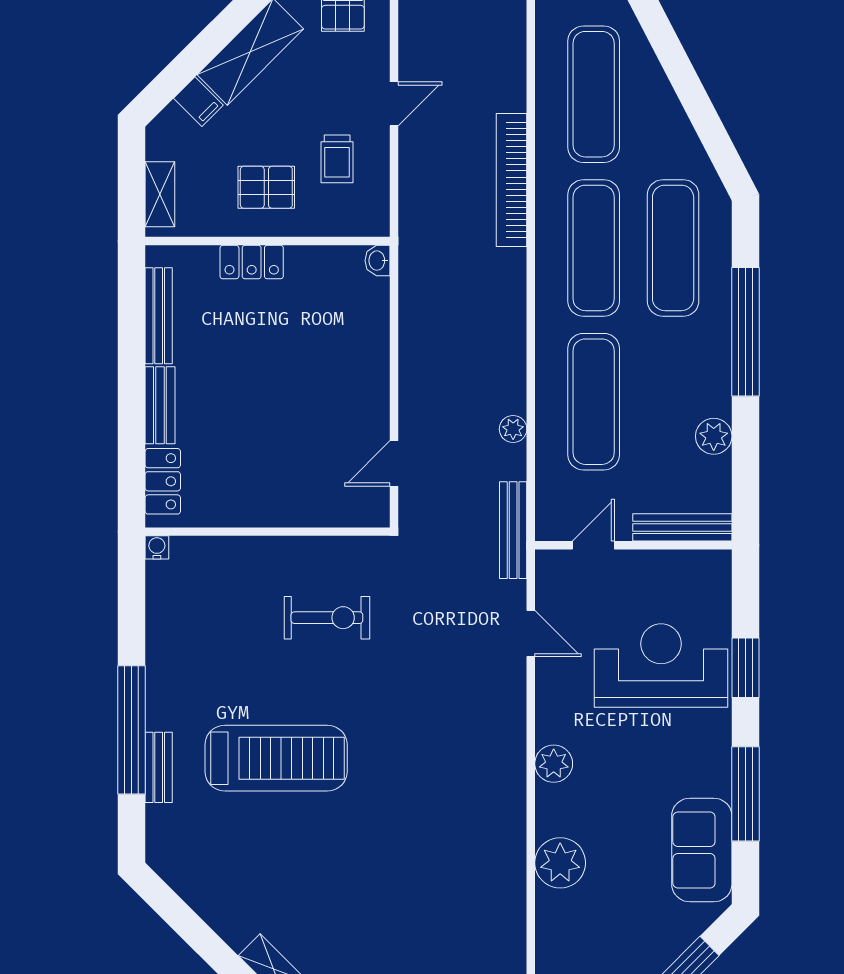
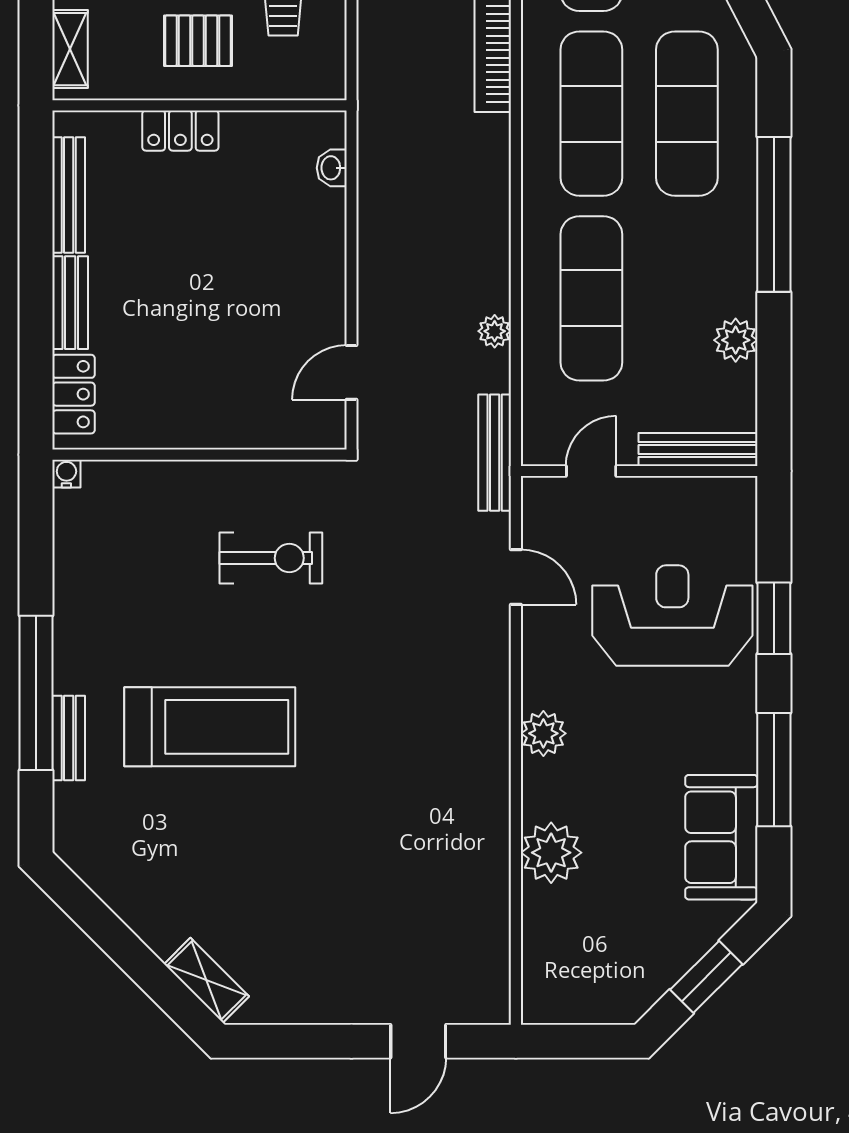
washbasin: (378, 261) -> (332, 168), moved

